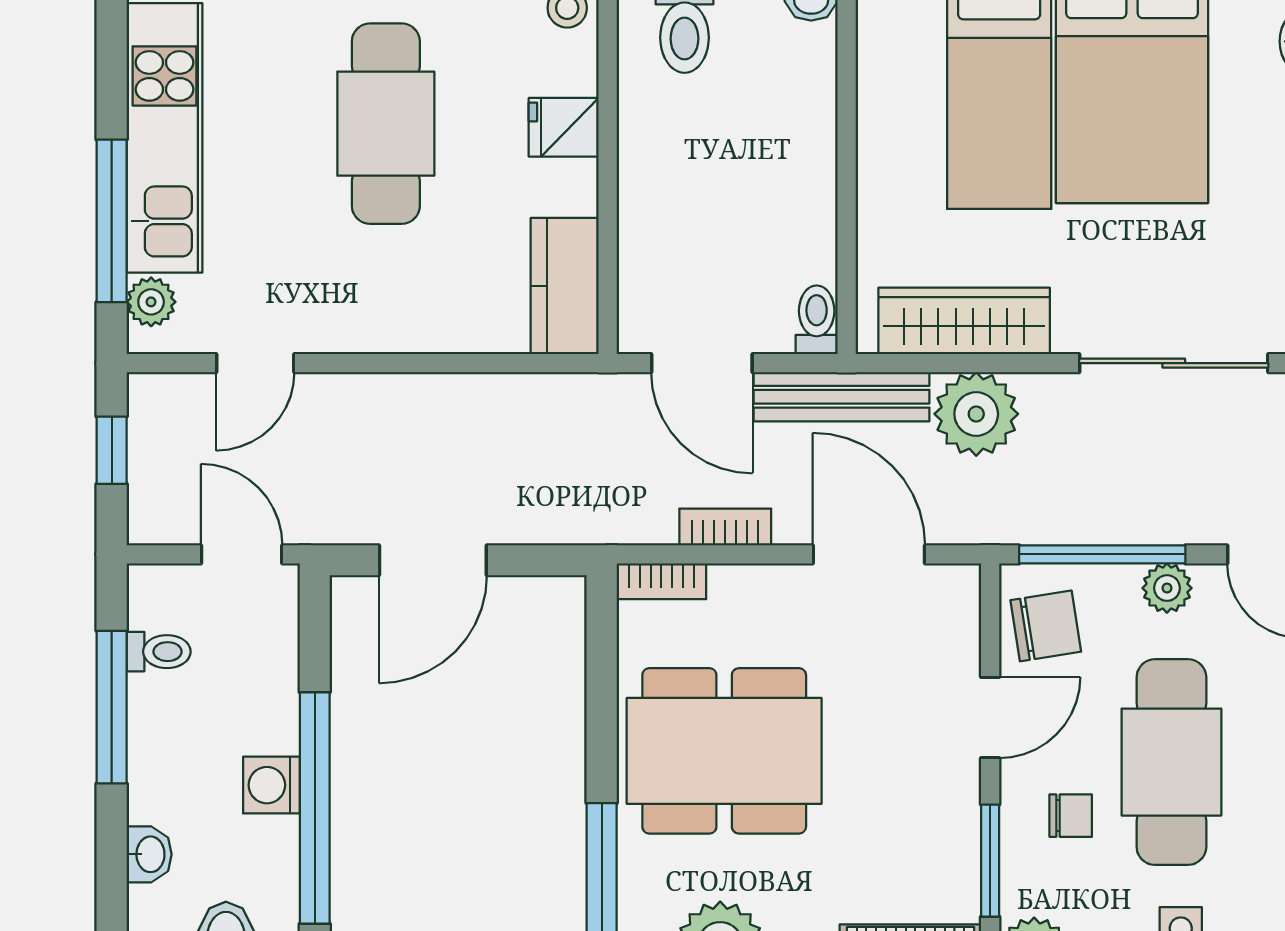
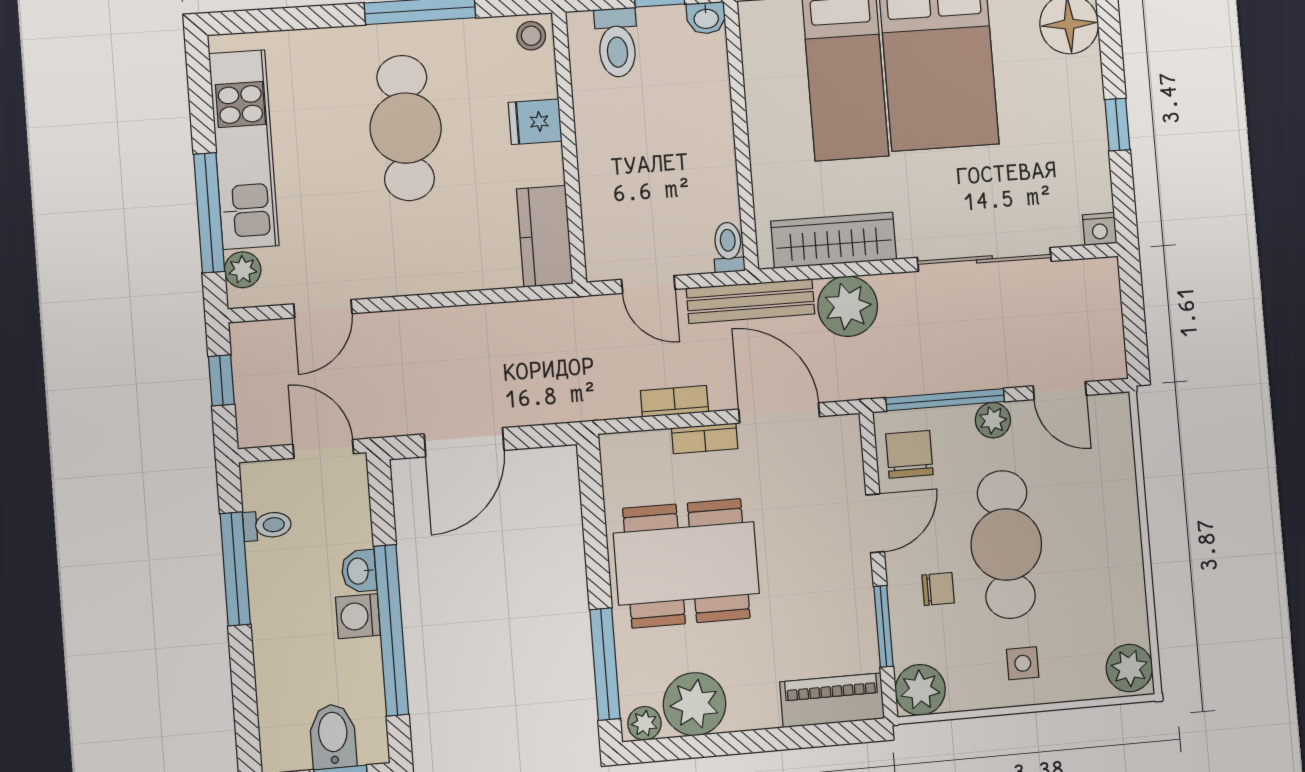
door: (702, 363) -> (648, 284), width x0.73
bookcase: (661, 581) -> (705, 438), moved
chair: (1046, 626) -> (909, 454), turned -81
washbasin: (149, 854) -> (359, 571), moved, turned 180

